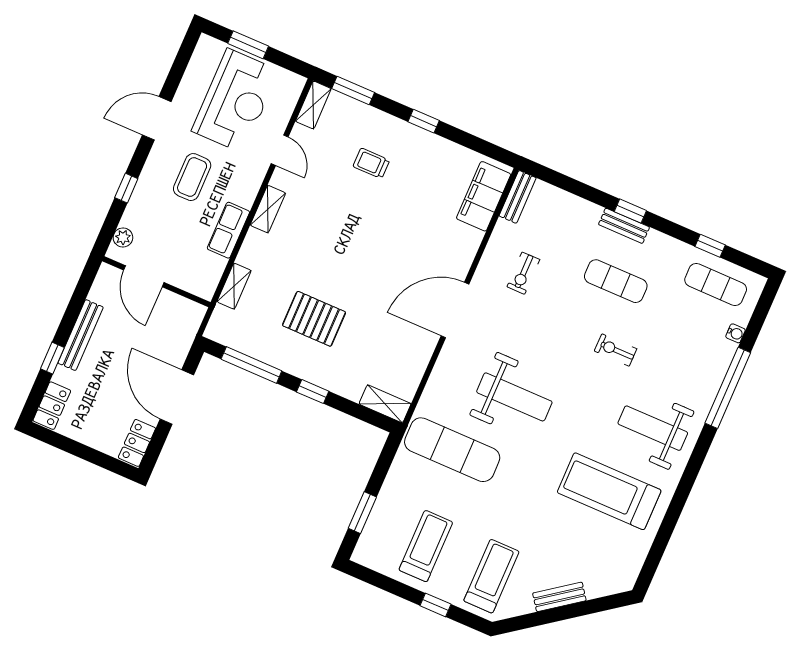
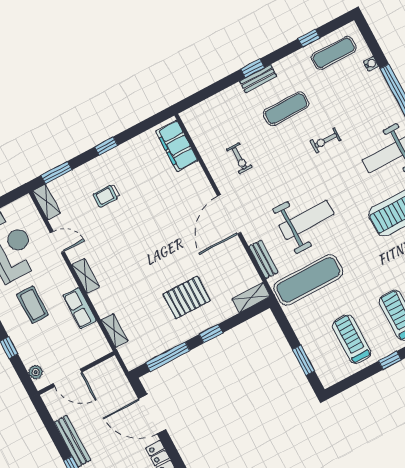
bench: (518, 197) -> (263, 259), moved
pallet: (314, 319) -> (187, 297), moved

